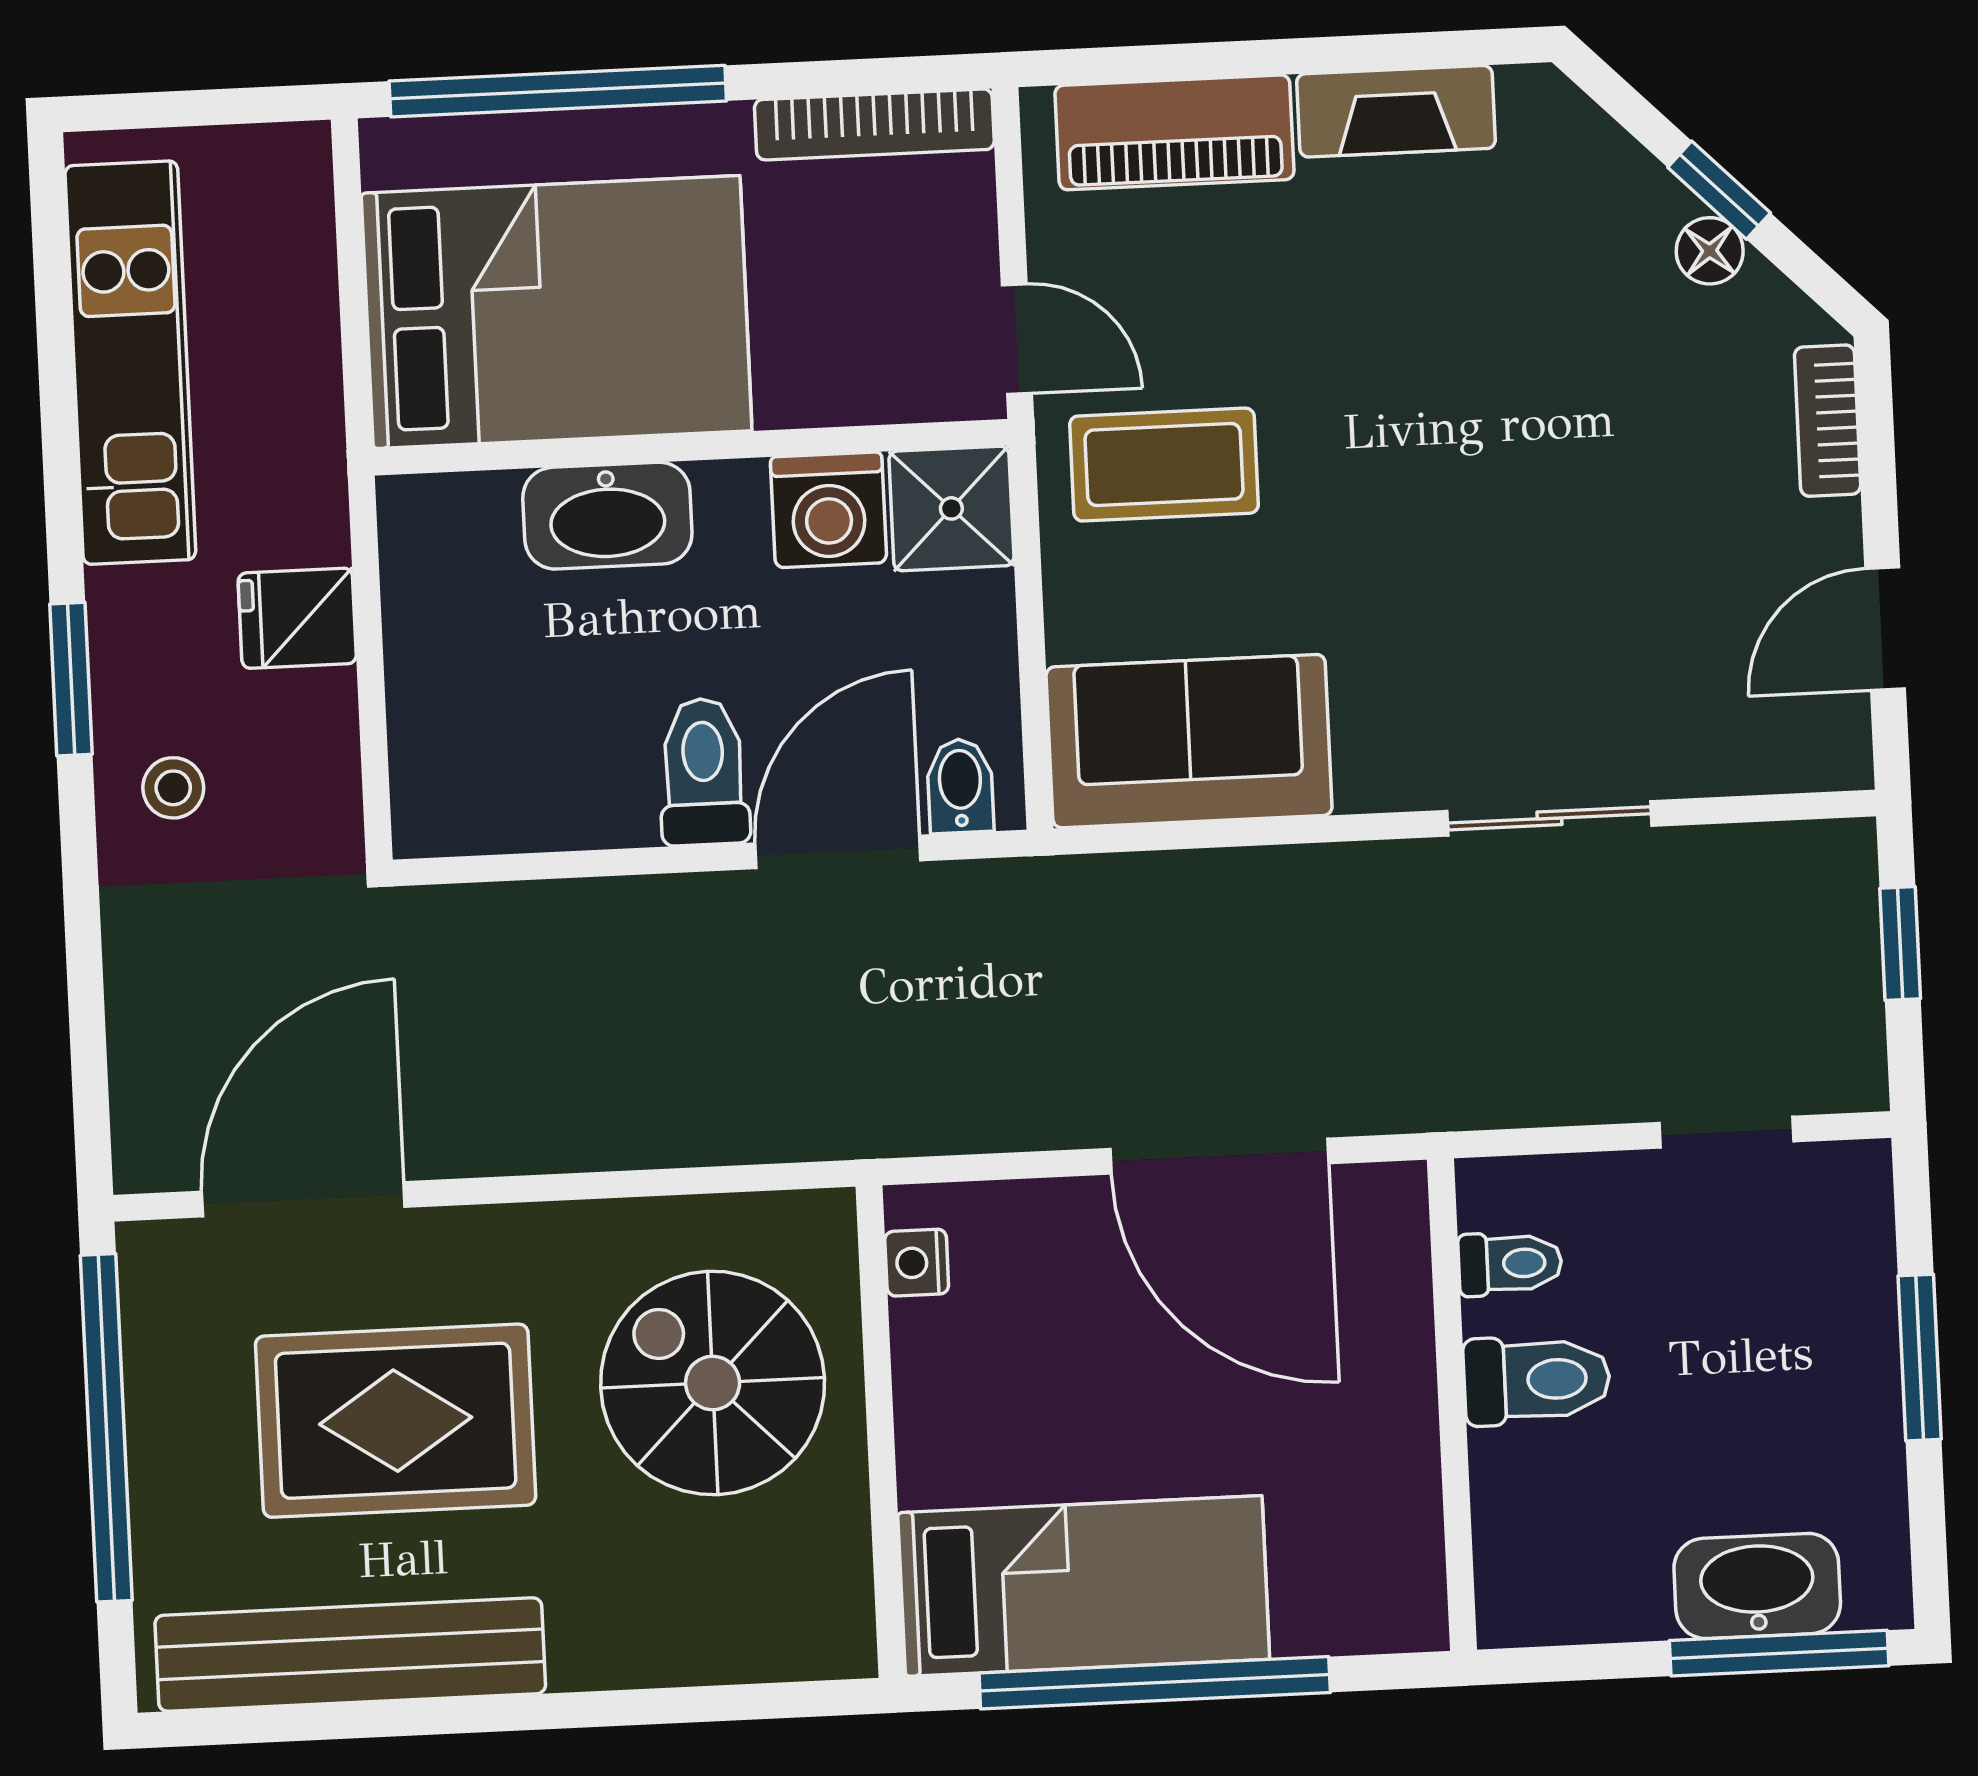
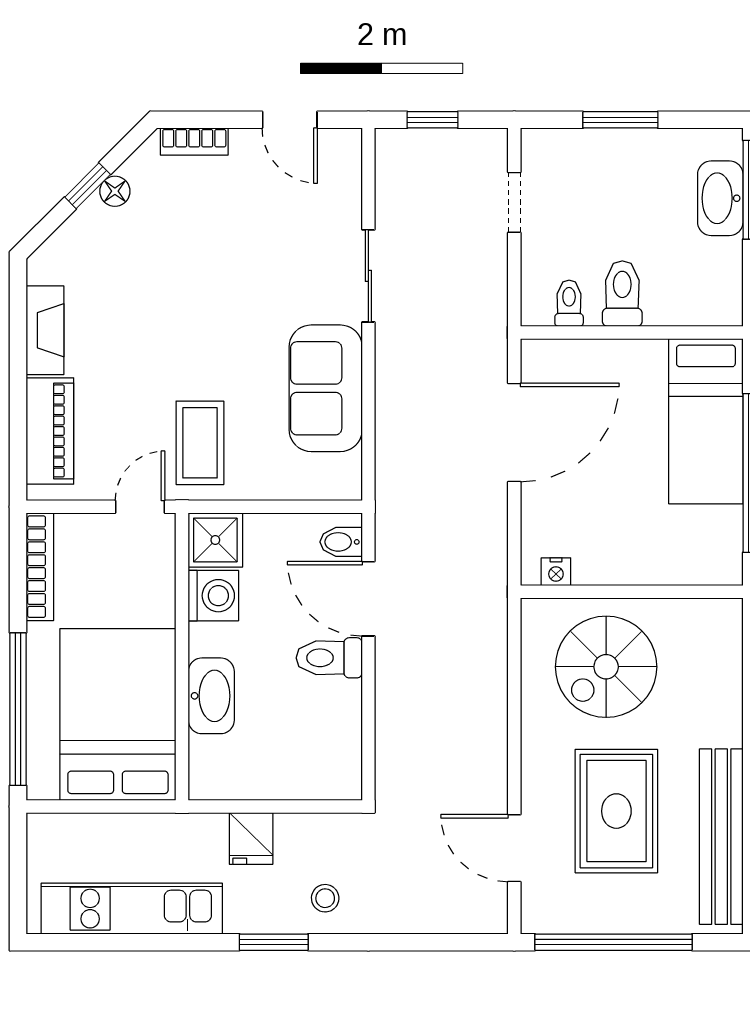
sofa: (1189, 741) -> (326, 388), moved
door: (303, 1199) -> (514, 848), width x0.73
bed: (1084, 1586) -> (706, 421), moved, turned 180

